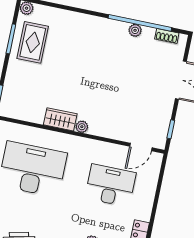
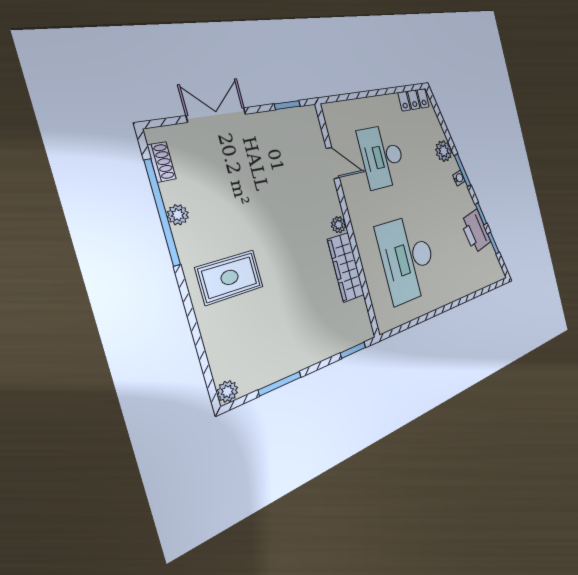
rug: (33, 42) -> (230, 277), moved
wardrobe: (60, 119) -> (346, 267), width x1.50
door: (141, 147) -> (333, 163), moved

